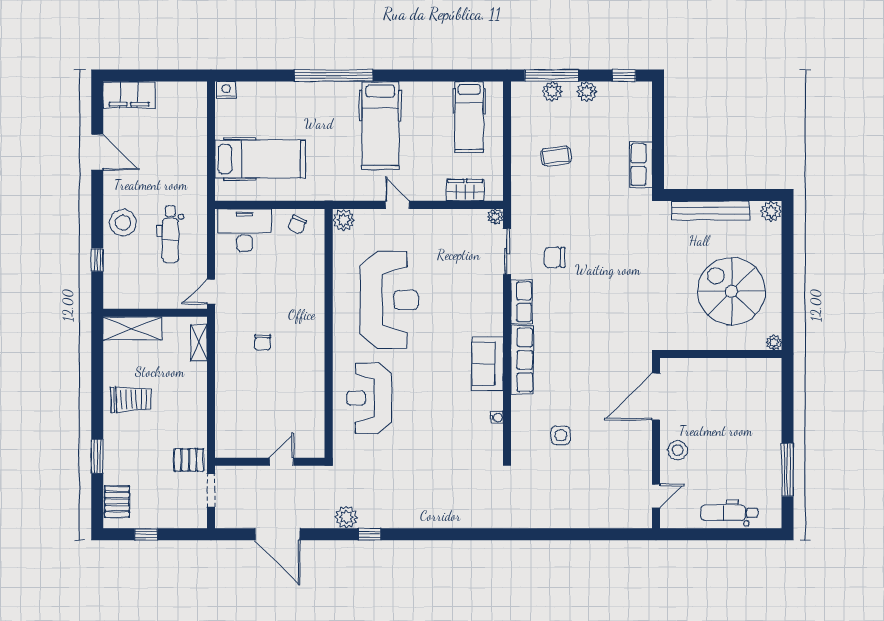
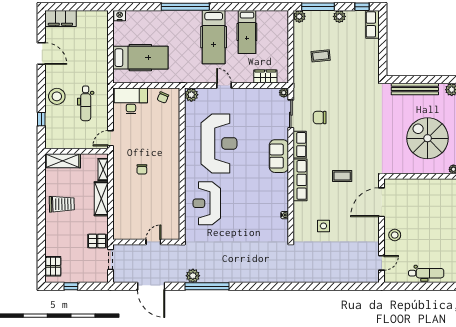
plant: (552, 91) -> (299, 16), moved
hospital bed: (469, 117) -> (247, 32), moved
row of seats: (641, 165) -> (372, 24), moved
coffee table: (591, 353) -> (342, 176), added
sofa: (488, 364) -> (279, 156), moved
shelving: (196, 391) -> (101, 199), added
window: (97, 456) -> (41, 239), removed
dental chair: (729, 513) -> (426, 273), turned 180
window: (369, 534) -> (207, 286), width x3.17

